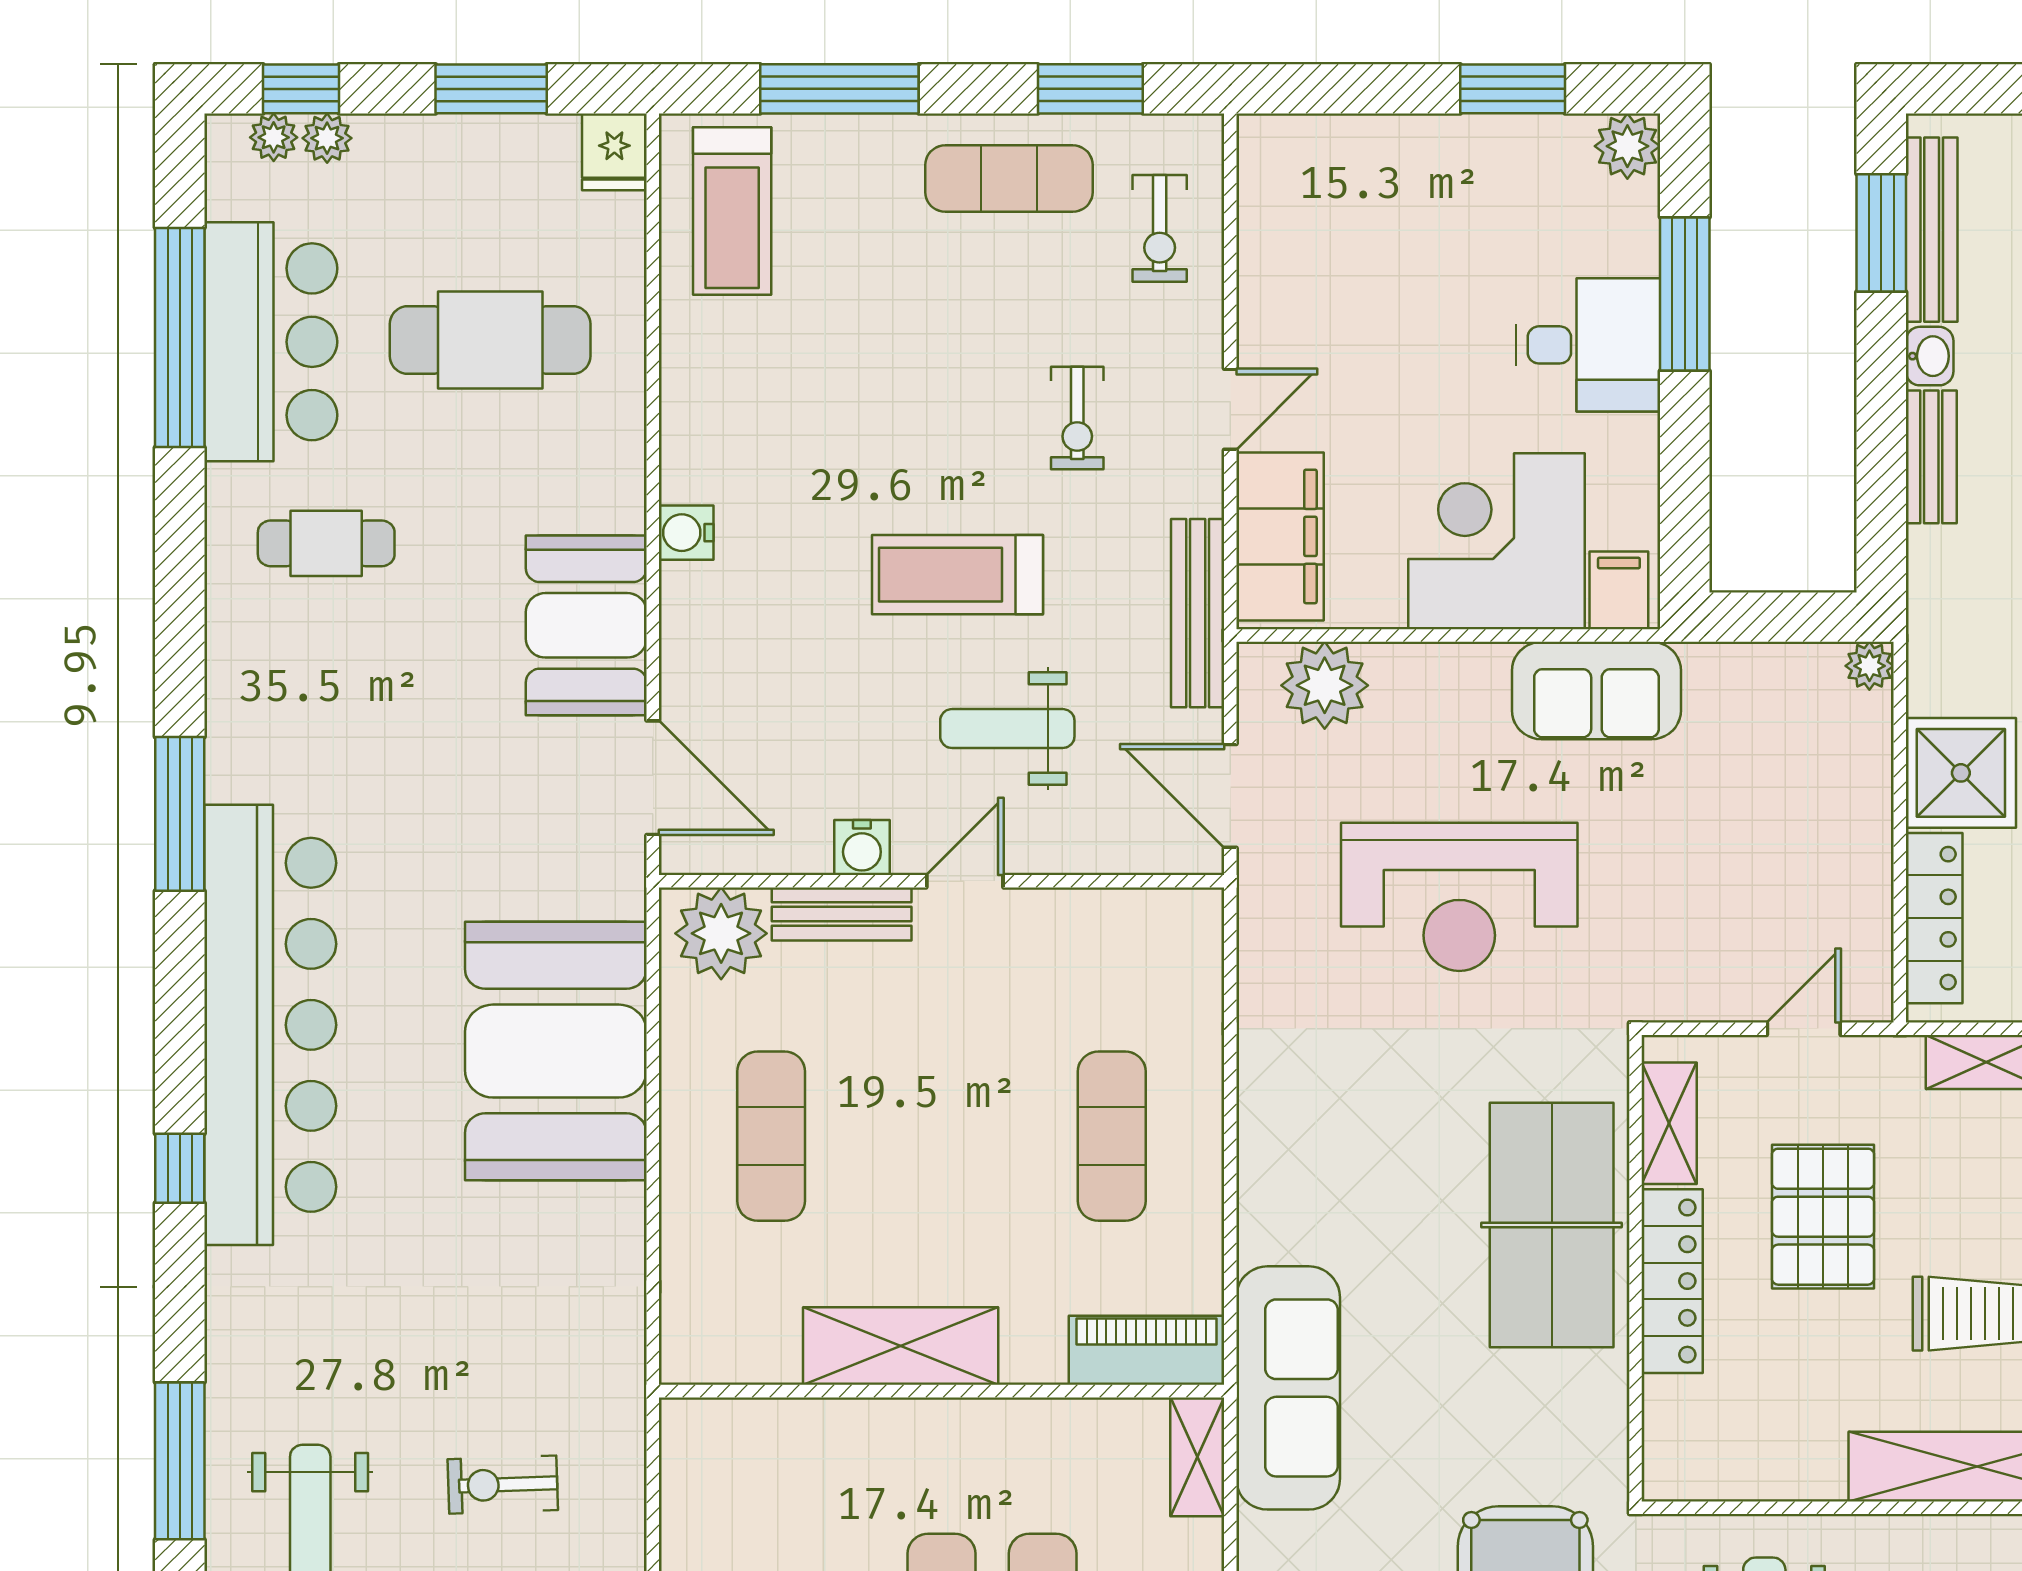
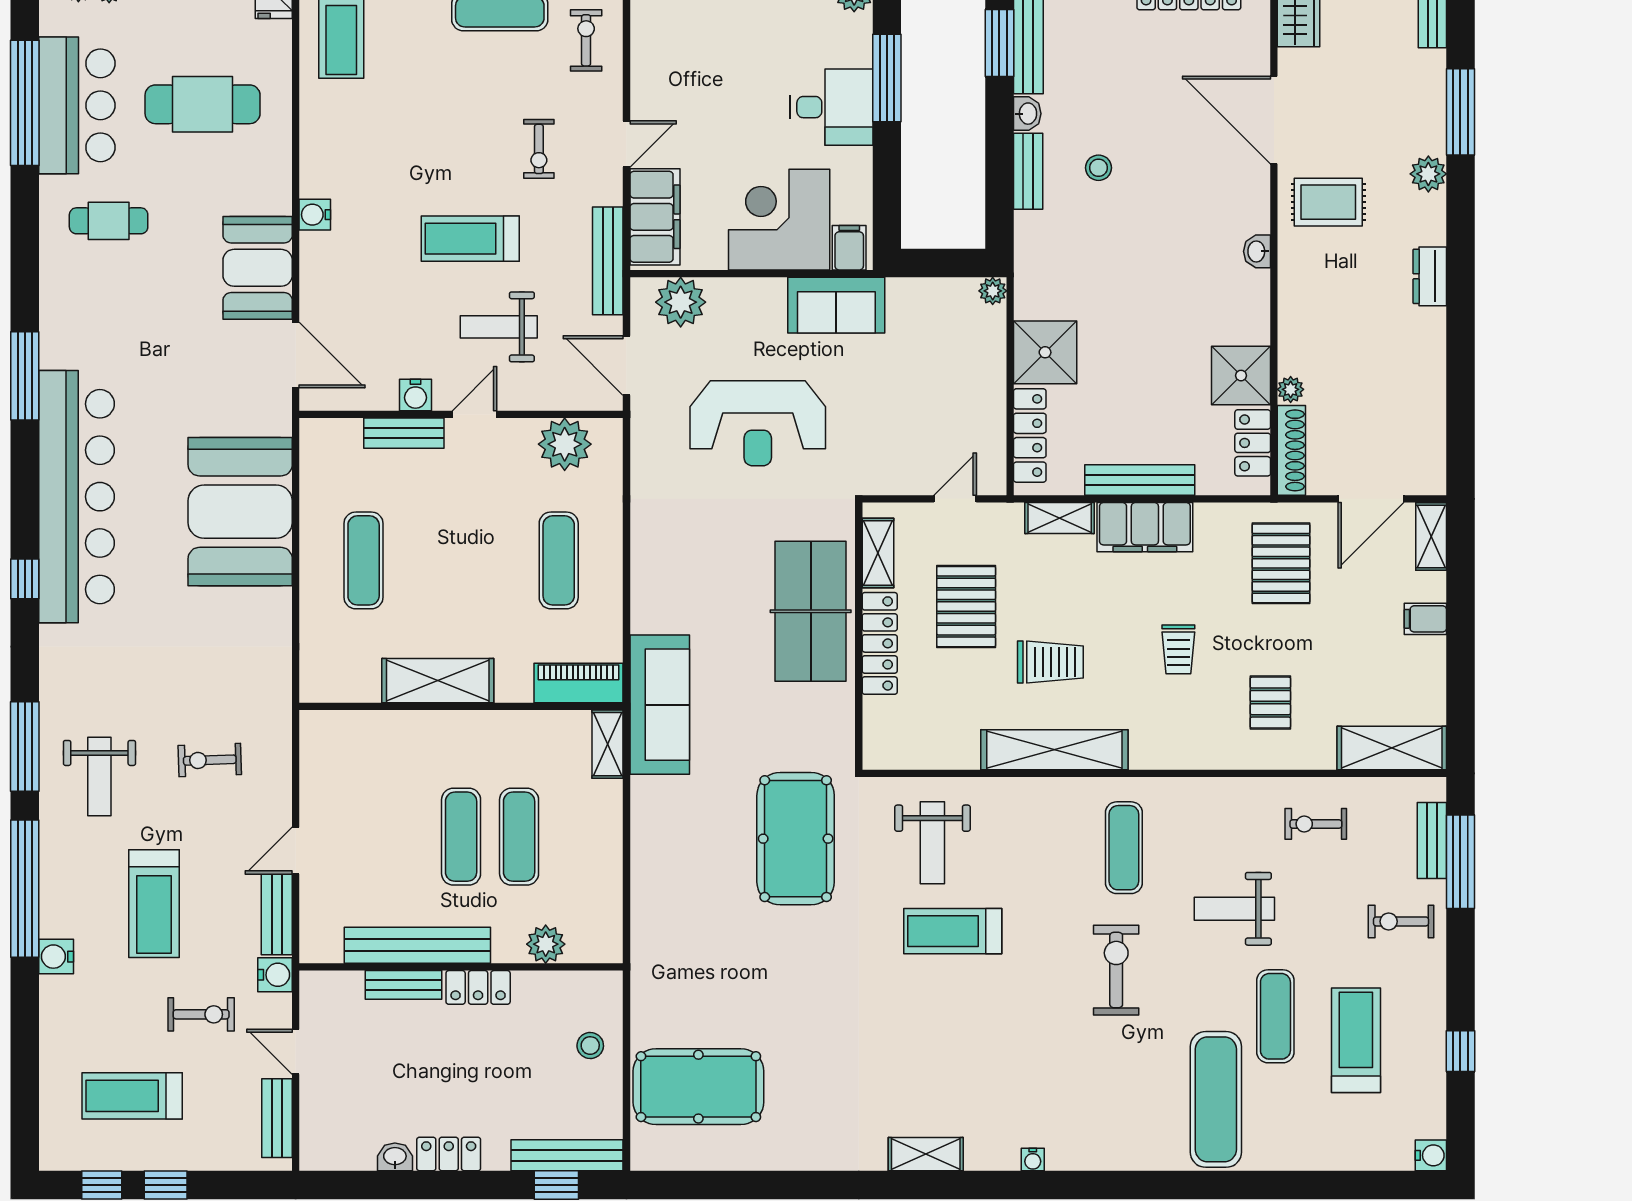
exercise bike: (1160, 228) -> (586, 40), turned 180
plant: (721, 933) -> (565, 444), moved

